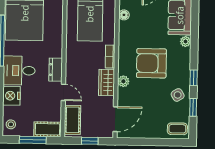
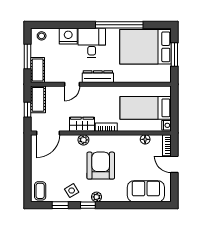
plant: (185, 41) -> (96, 197), moved
dresser: (56, 70) -> (98, 77), width x1.44
door: (115, 119) -> (48, 133), hinge flipped
cot: (73, 120) -> (38, 99), moved, turned 90

